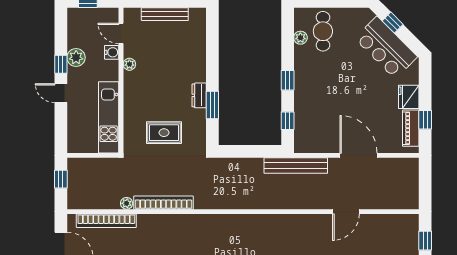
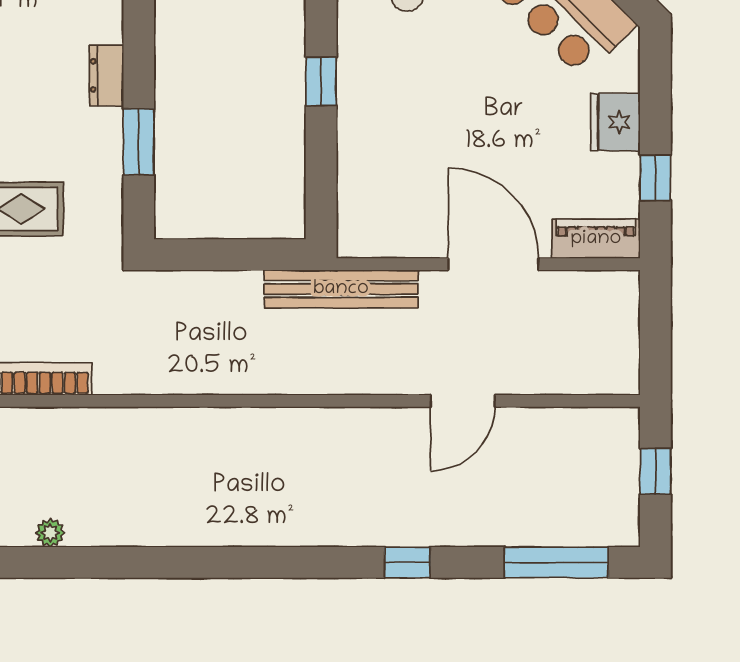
dresser: (199, 95) -> (106, 75), moved
window: (288, 121) -> (321, 180), removed
piano: (411, 128) -> (596, 239), moved, turned 90

